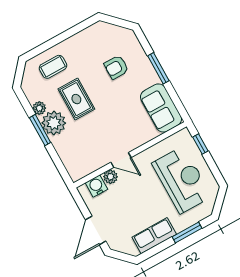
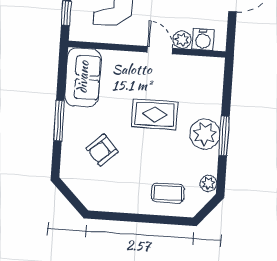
armchair: (116, 67) -> (102, 150), turned 138
rug: (76, 99) -> (155, 114), moved, turned 90
plant: (39, 108) -> (208, 183), moved

